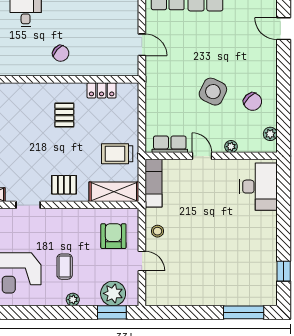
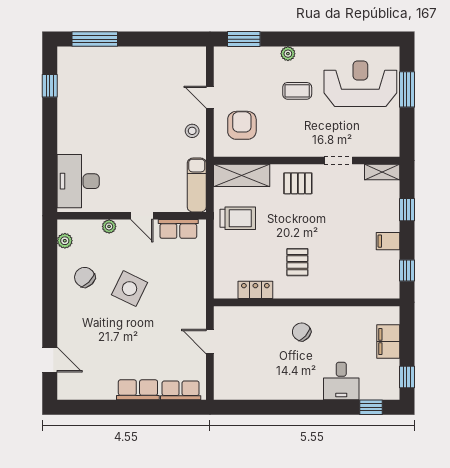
armchair: (113, 236) -> (242, 125), turned 180
coffee table: (65, 267) -> (297, 91), turned 90
plant: (113, 293) -> (242, 60), removed

